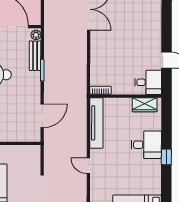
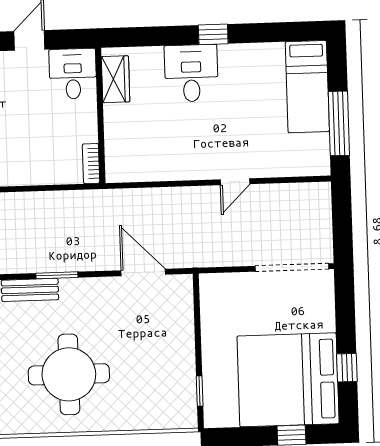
tv unit: (96, 123) -> (153, 169), removed

